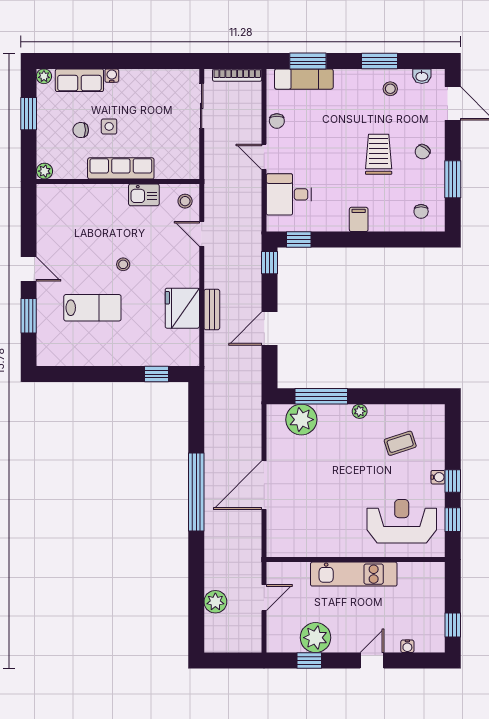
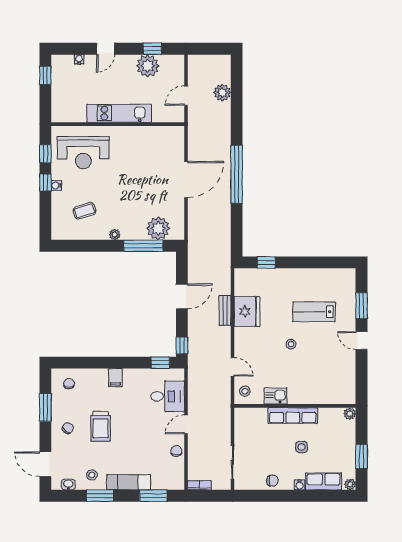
bookcase: (237, 75) -> (199, 485), width x0.64
exam couch: (304, 79) -> (129, 482), moved
chair: (81, 130) -> (272, 481), moved
door: (264, 157) -> (186, 424), swing flipped

